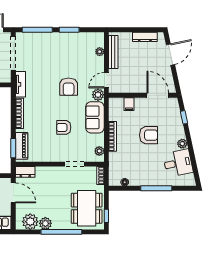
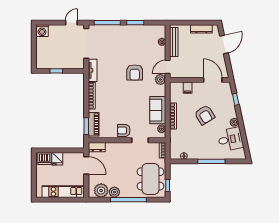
sofa: (95, 117) -> (158, 110), moved
armchair: (64, 127) -> (124, 130), moved
armchair: (149, 135) -> (205, 115), turned 58

